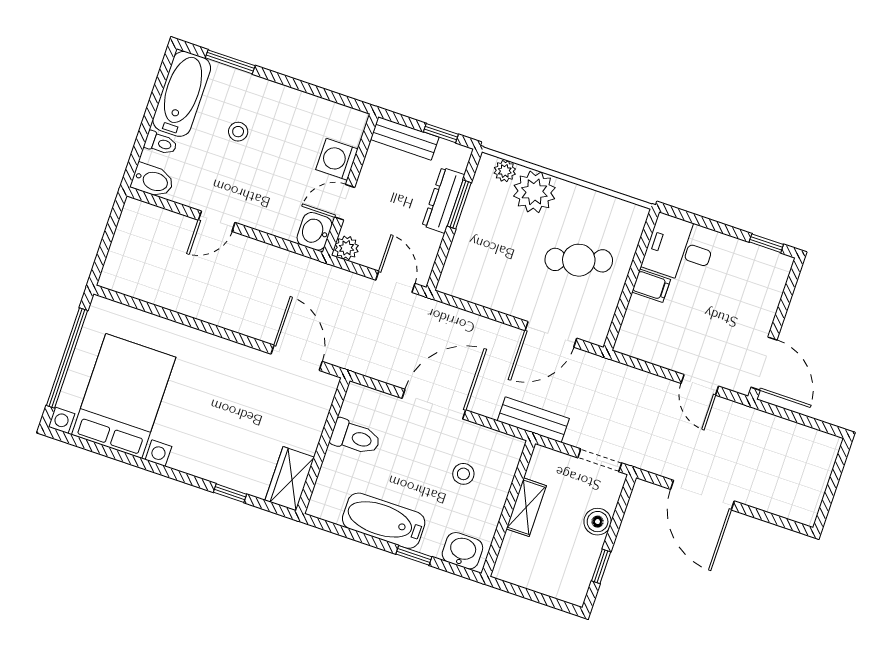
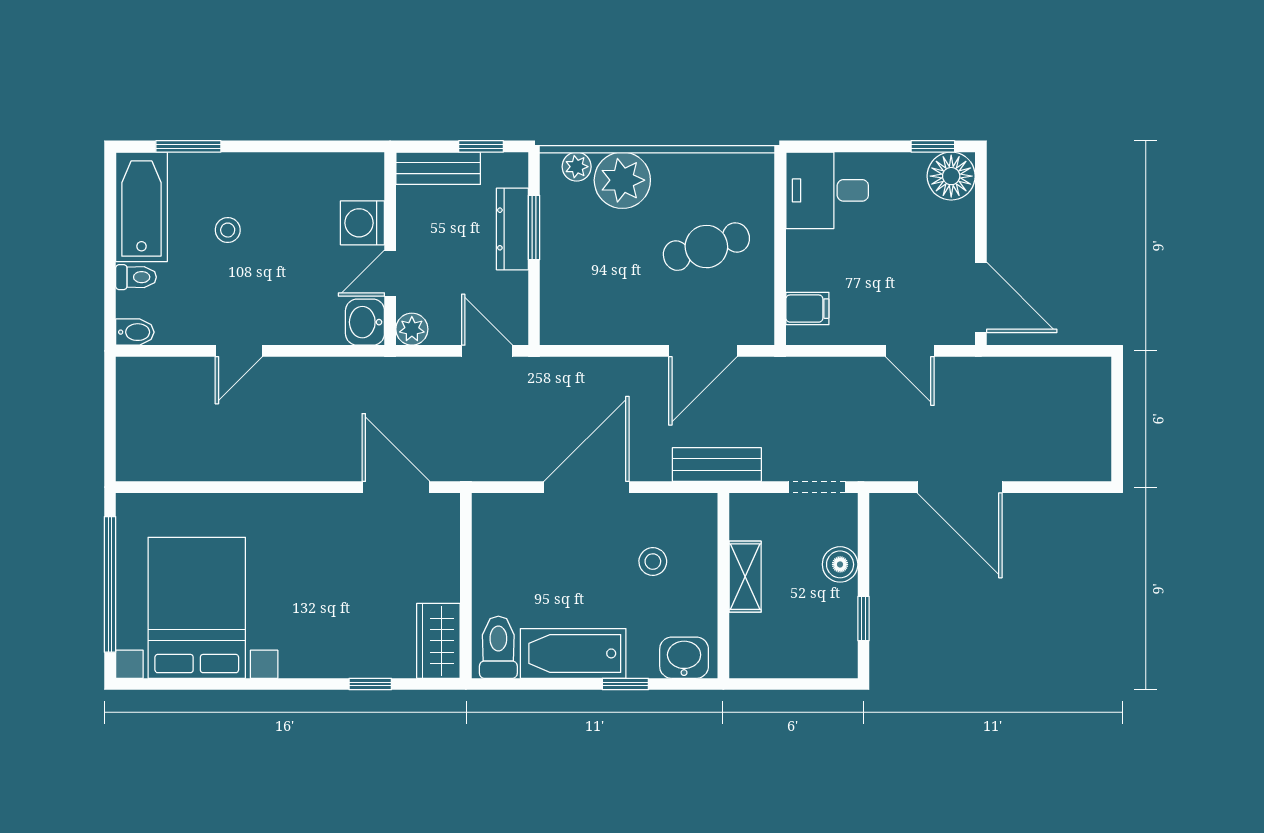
bidet: (153, 181) -> (135, 332), width x0.72, depth x0.74
floor lamp: (772, 269) -> (951, 176), added
filing cabinet: (651, 286) -> (807, 309), moved
toilet: (355, 437) -> (498, 647), moved, turned -90

